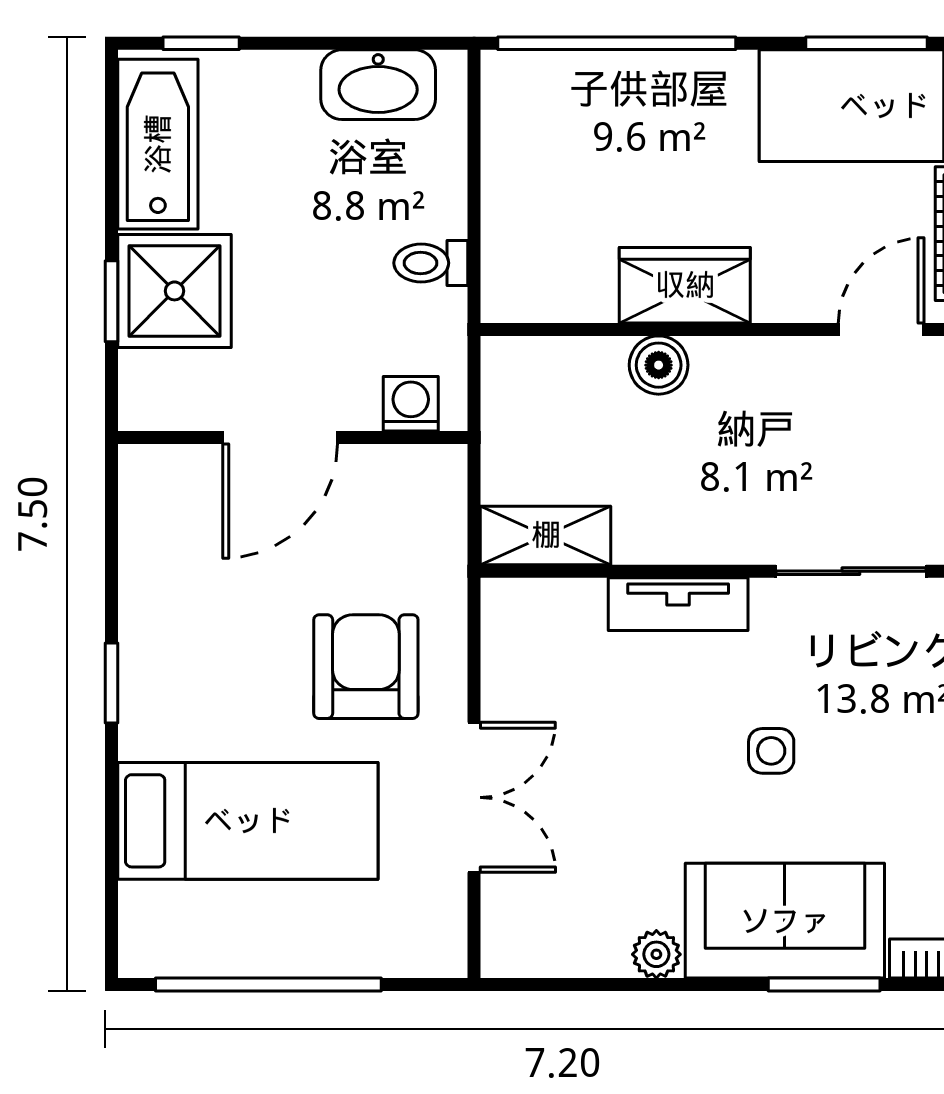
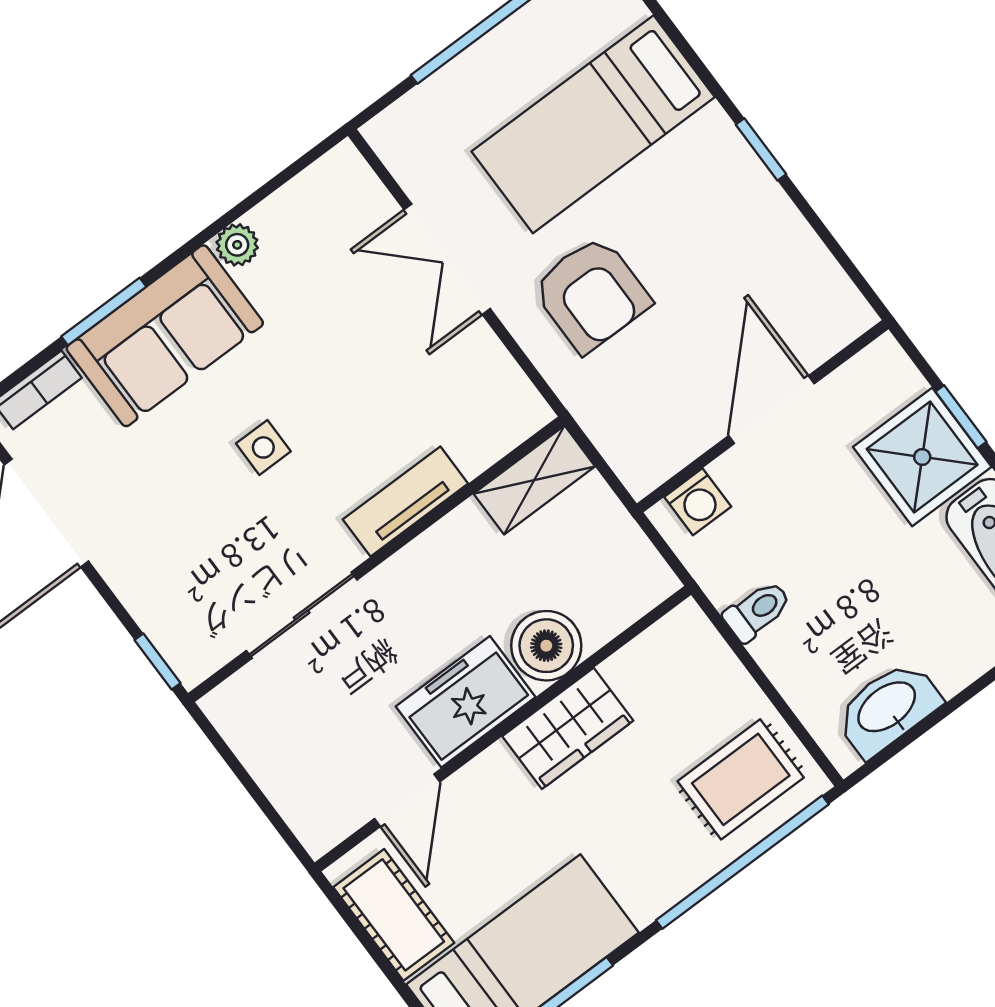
rug: (561, 120) -> (741, 779), added
boiler: (659, 365) -> (546, 646), width x1.36, depth x1.36
freezer: (760, 380) -> (466, 702), added

